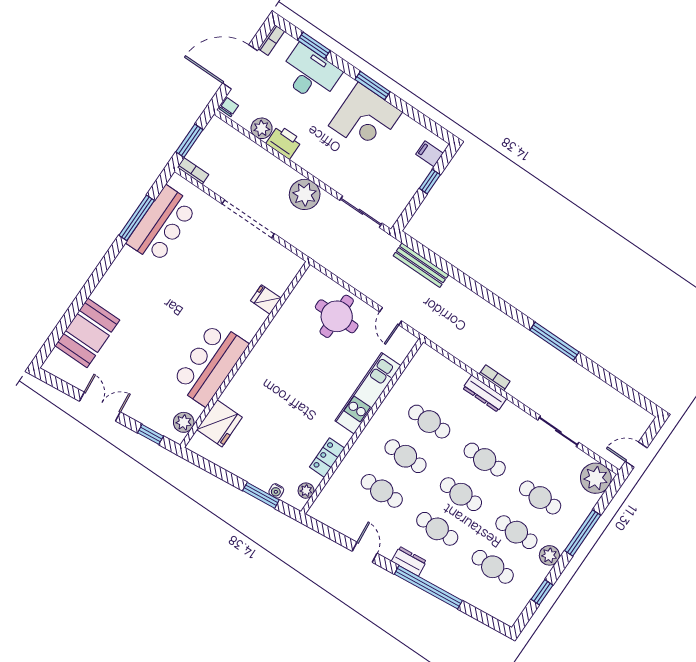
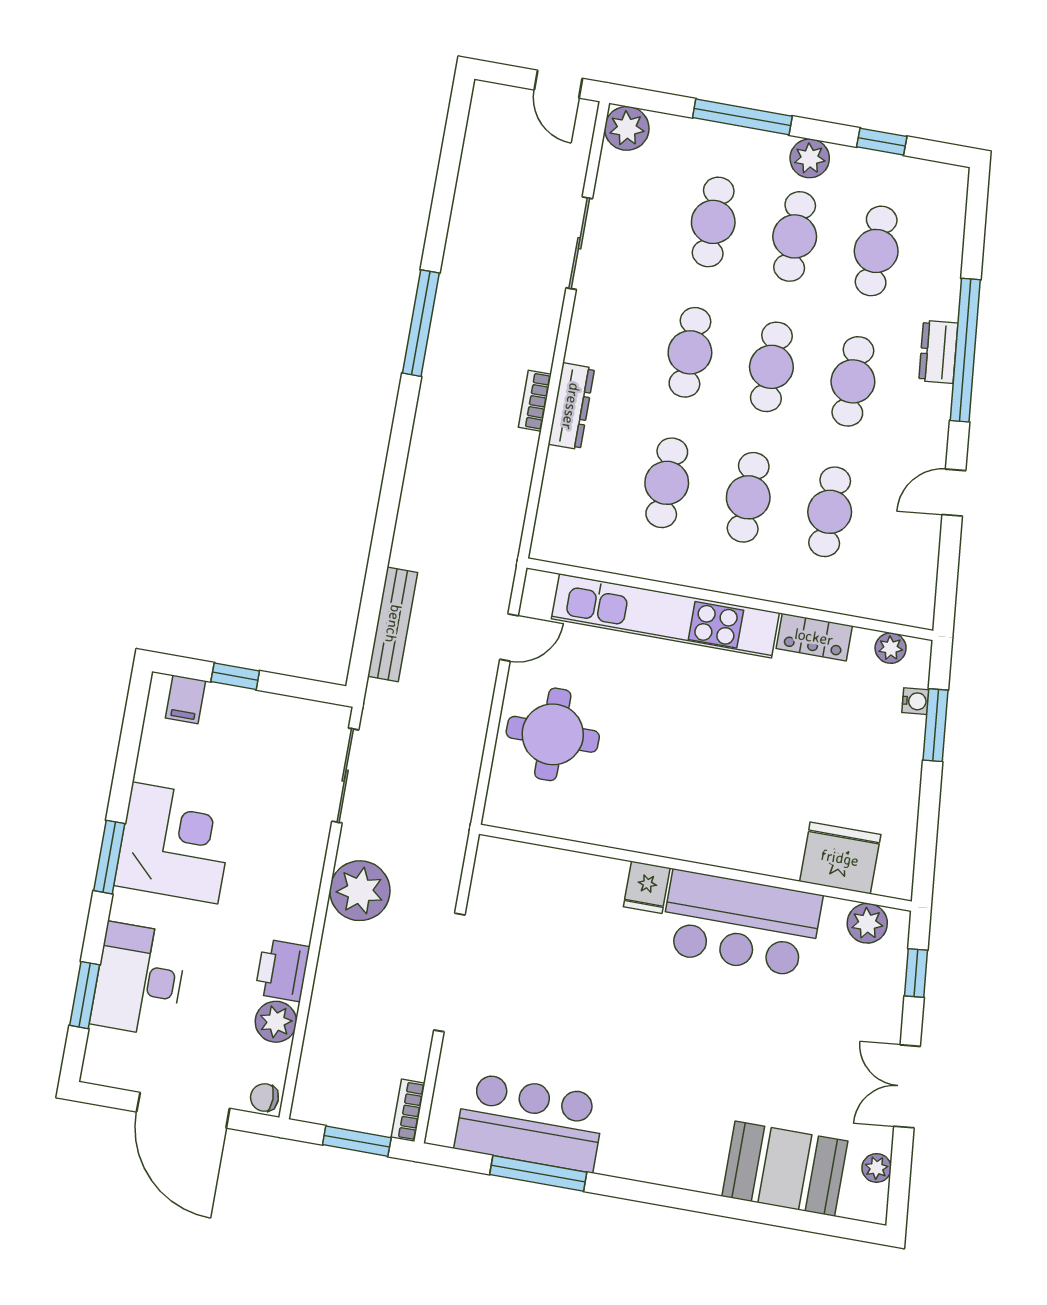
bookcase: (271, 40) -> (110, 1076), removed
fridge: (266, 299) -> (647, 887), moved
plant: (69, 376) -> (877, 1168), added
kitchen unit: (368, 393) -> (665, 616), width x1.36
plant: (596, 478) -> (627, 128), width x0.73, depth x0.73
dresser: (409, 561) -> (938, 352), moved

